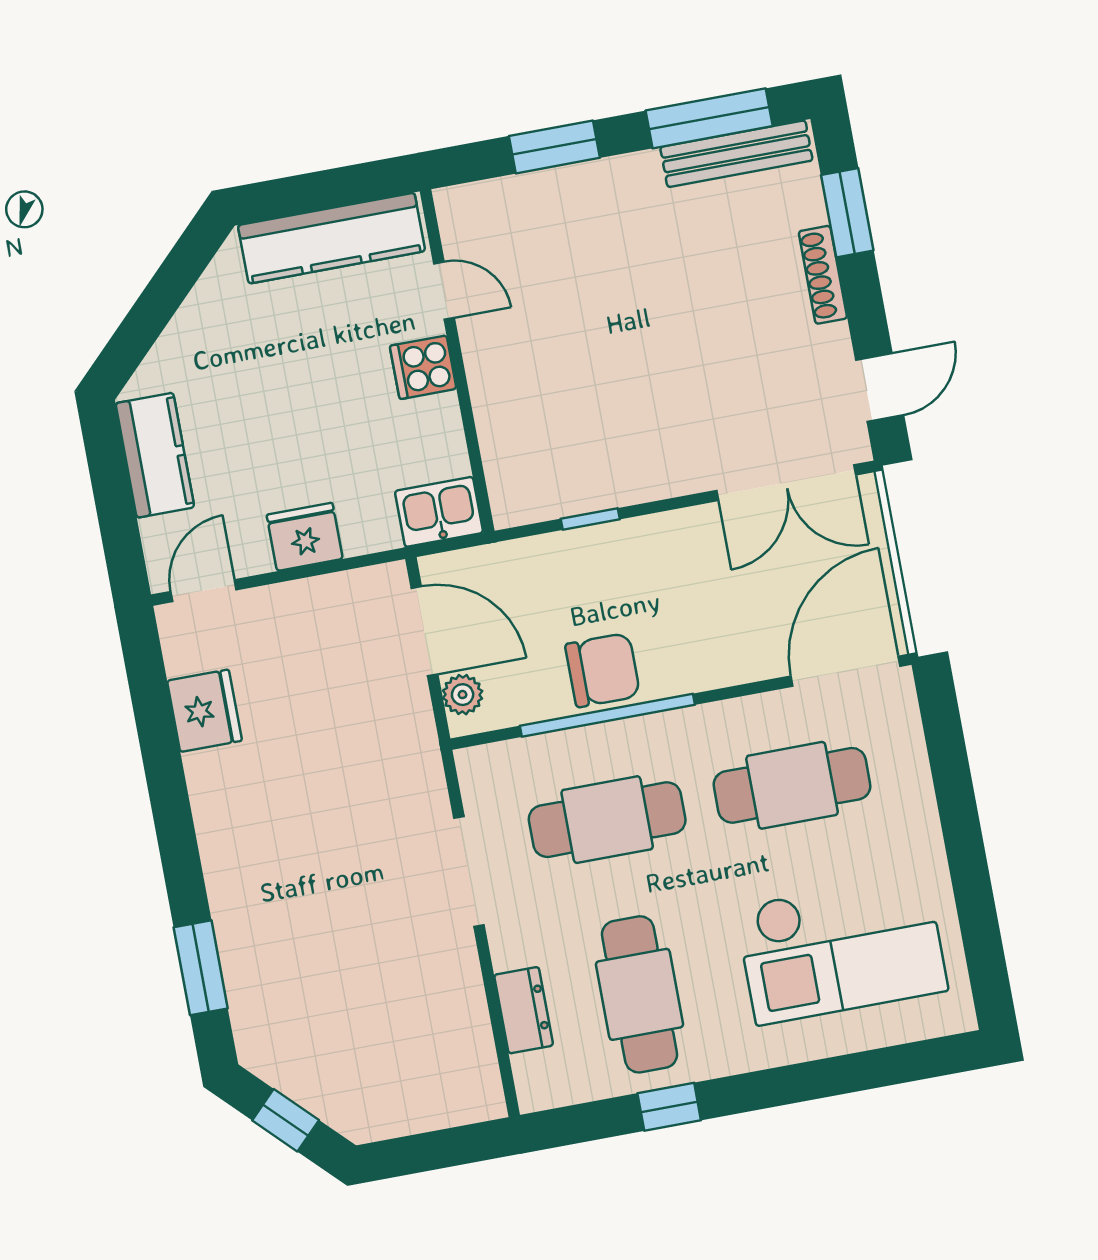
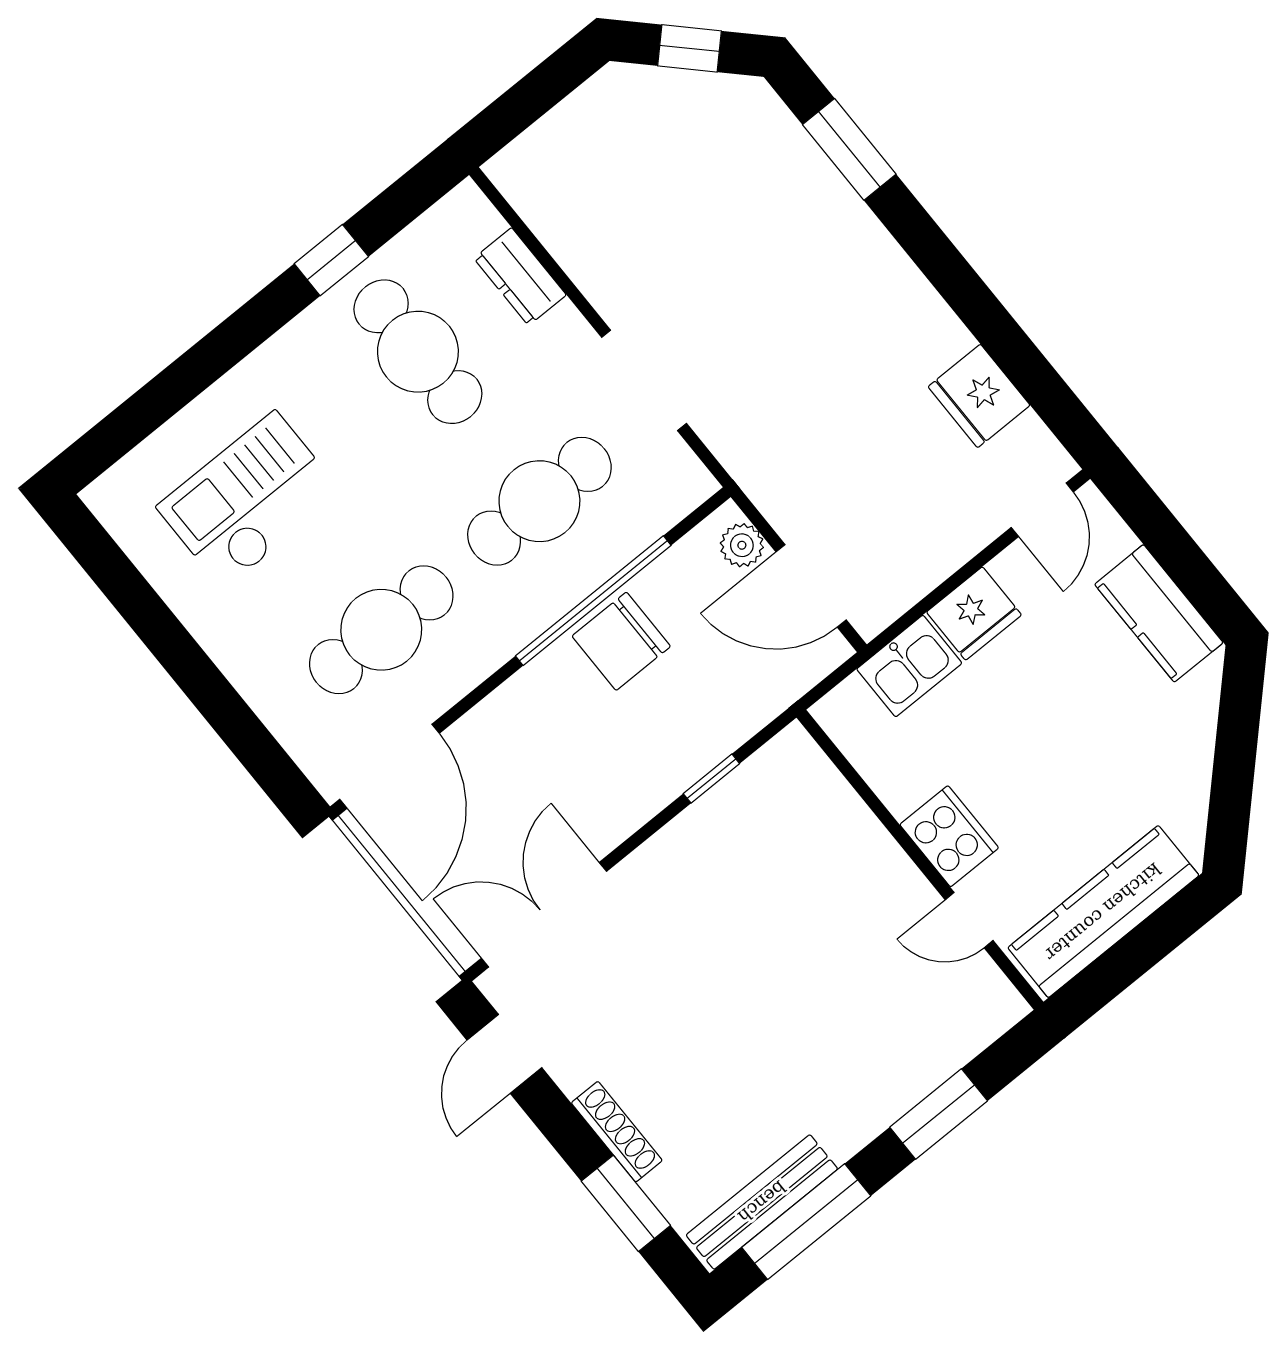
cooker: (423, 367) -> (949, 836), width x1.36
kitchen sink: (439, 512) -> (909, 666), moved
checkout: (842, 949) -> (249, 500), width x0.73, depth x0.83

